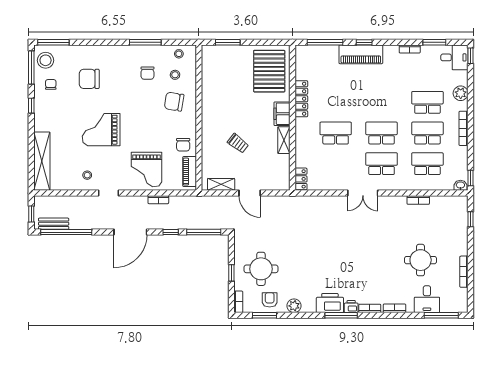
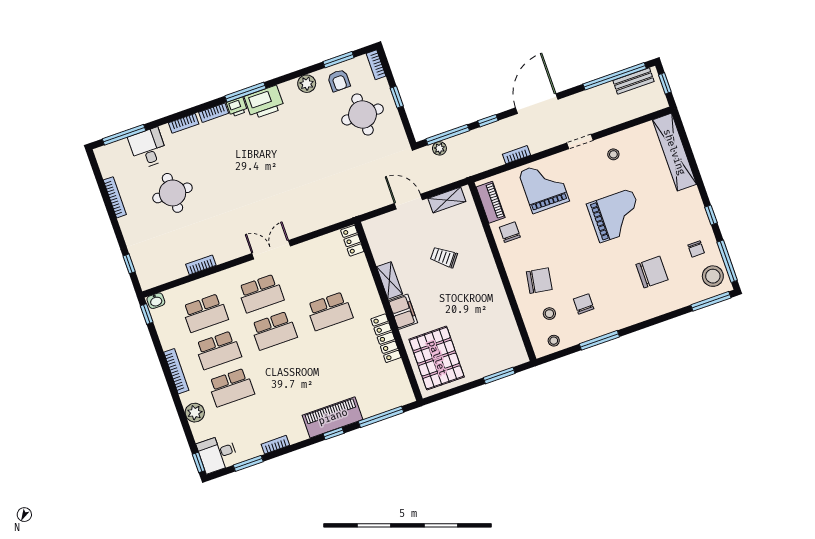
plant: (213, 224) -> (439, 148), added

